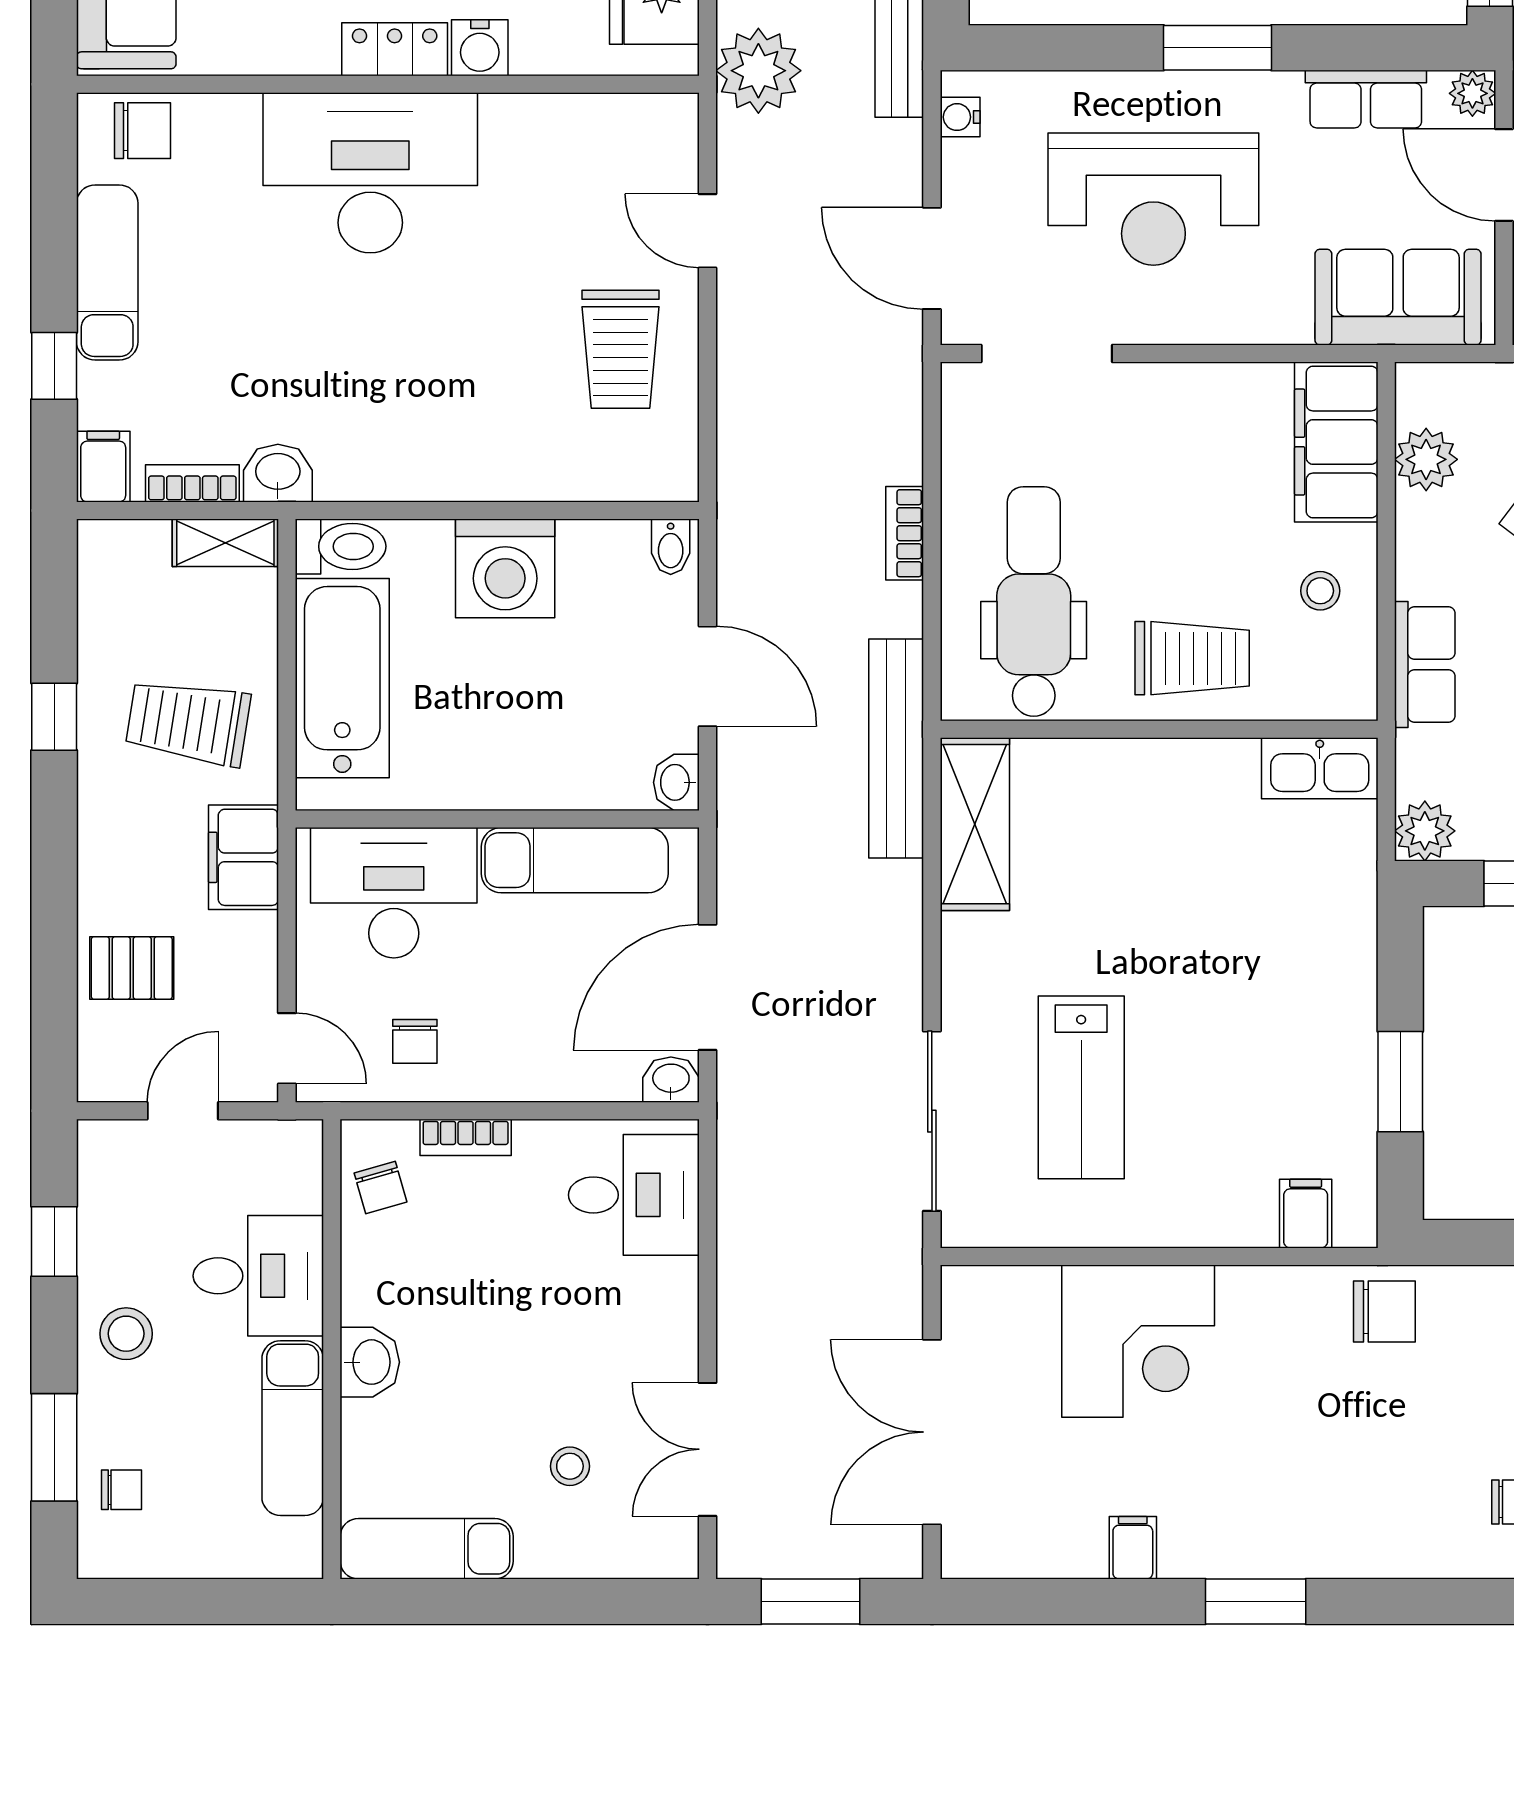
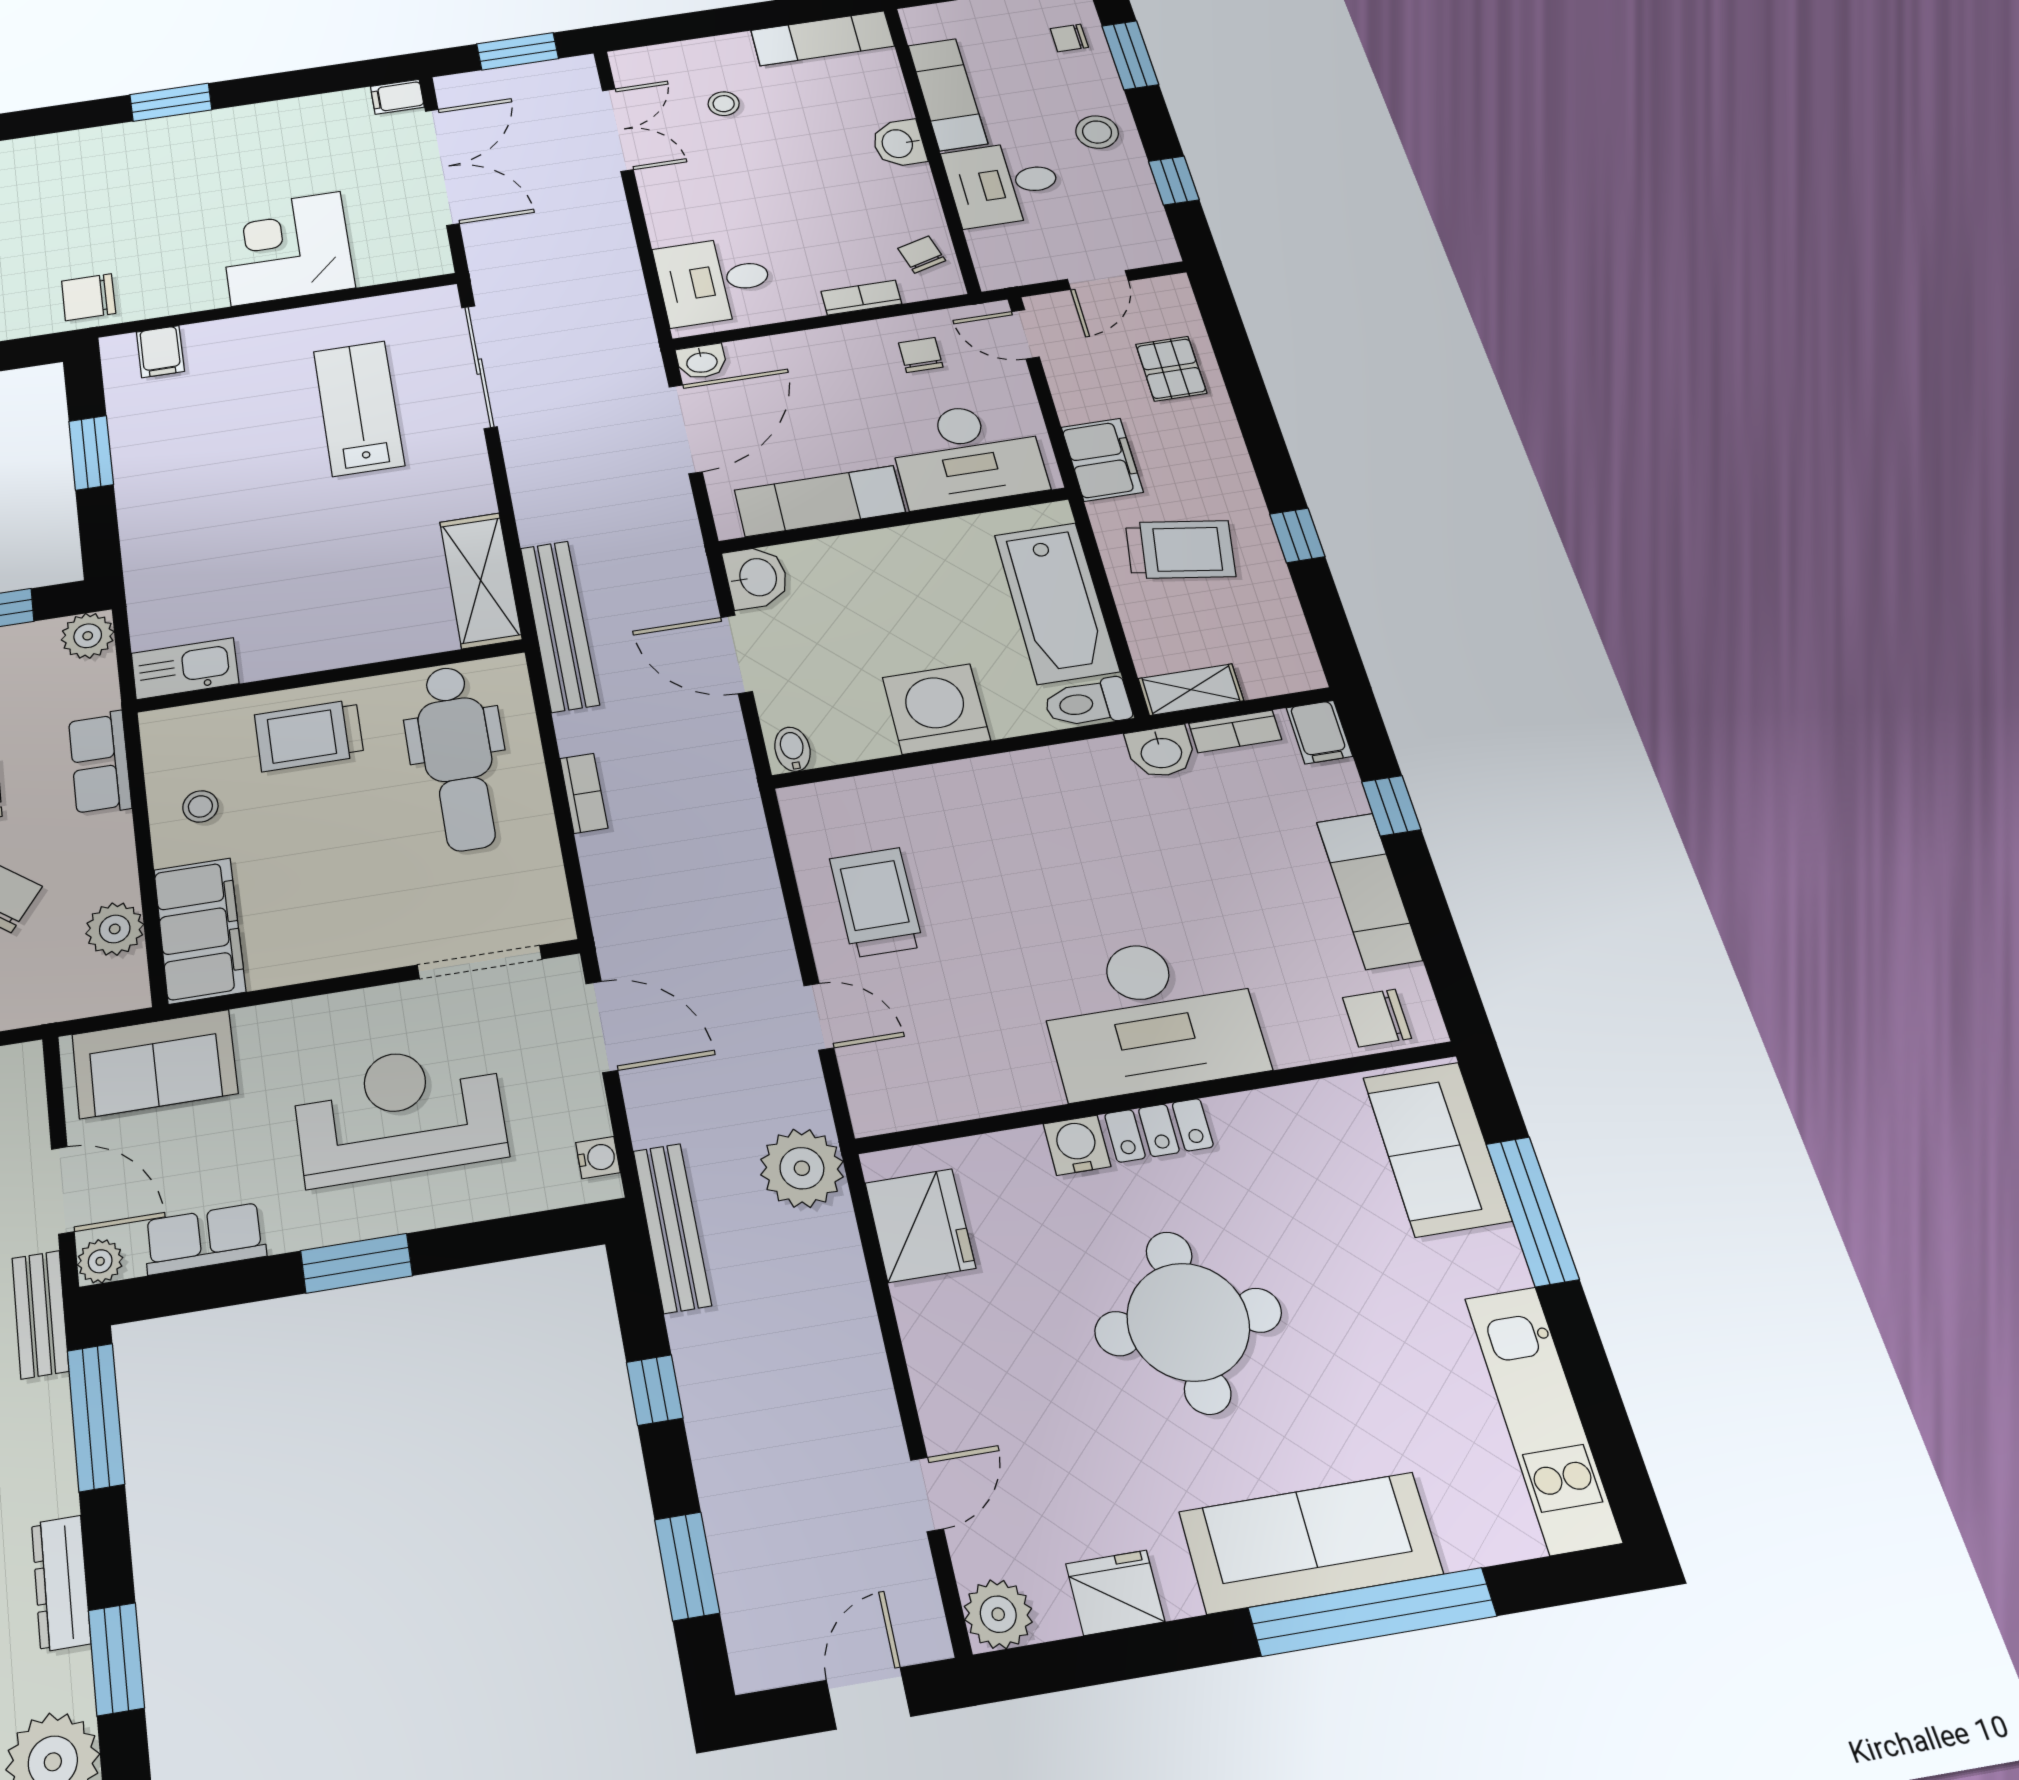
washbasin: (676, 782) -> (756, 577), width x1.38, depth x1.45
pallet: (132, 968) -> (1171, 369), turned 90
filing cabinet: (1133, 1548) -> (397, 97), moved, turned 90

